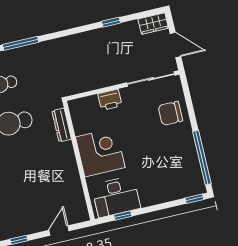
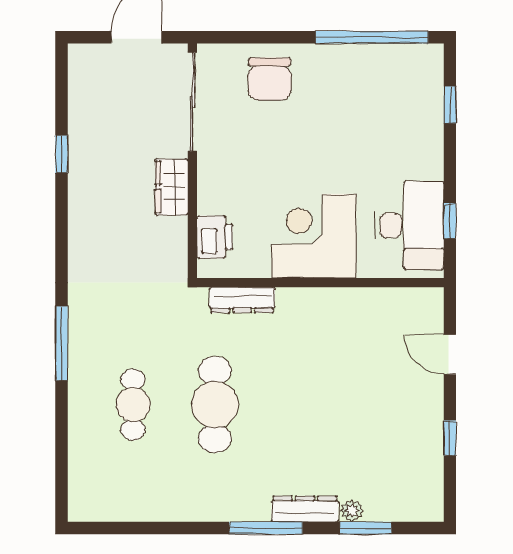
wardrobe: (153, 24) -> (172, 187), moved, turned 180
printer: (110, 100) -> (215, 237), moved
window: (194, 199) -> (450, 105), moved

